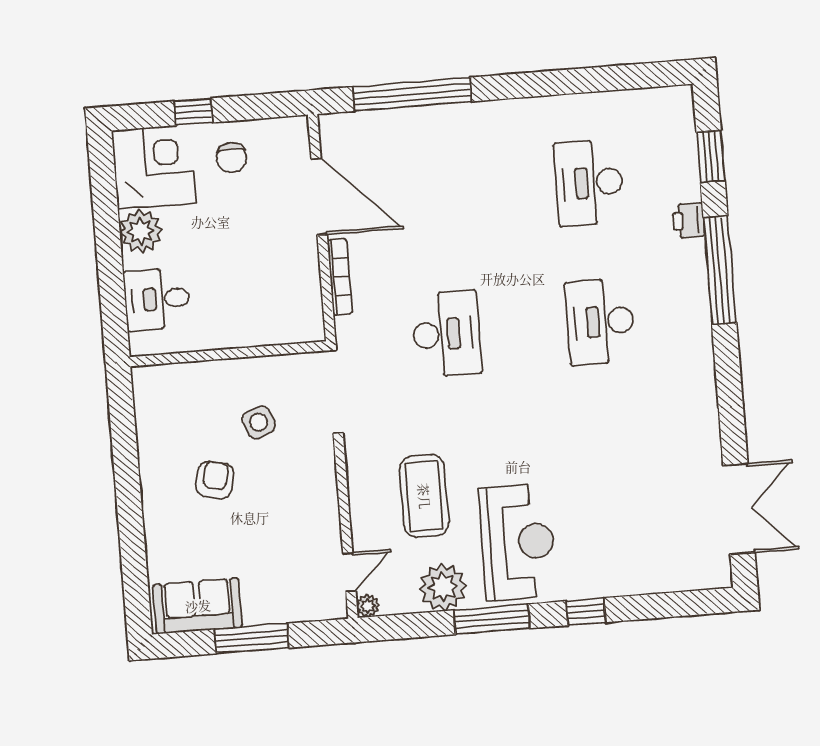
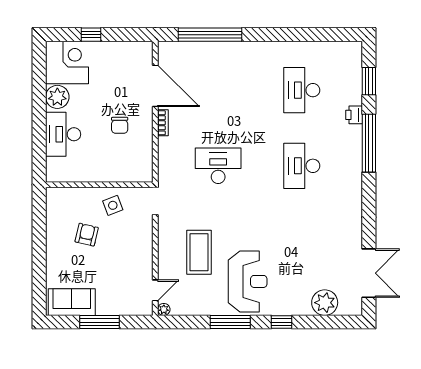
chair: (232, 158) -> (120, 125), moved
bookcase: (340, 277) -> (163, 123), width x0.64
desk: (157, 299) -> (63, 134), width x1.37
desk: (446, 334) -> (218, 166), turned -90
wall: (228, 354) -> (99, 185), moved
plant: (443, 587) -> (325, 303), moved

